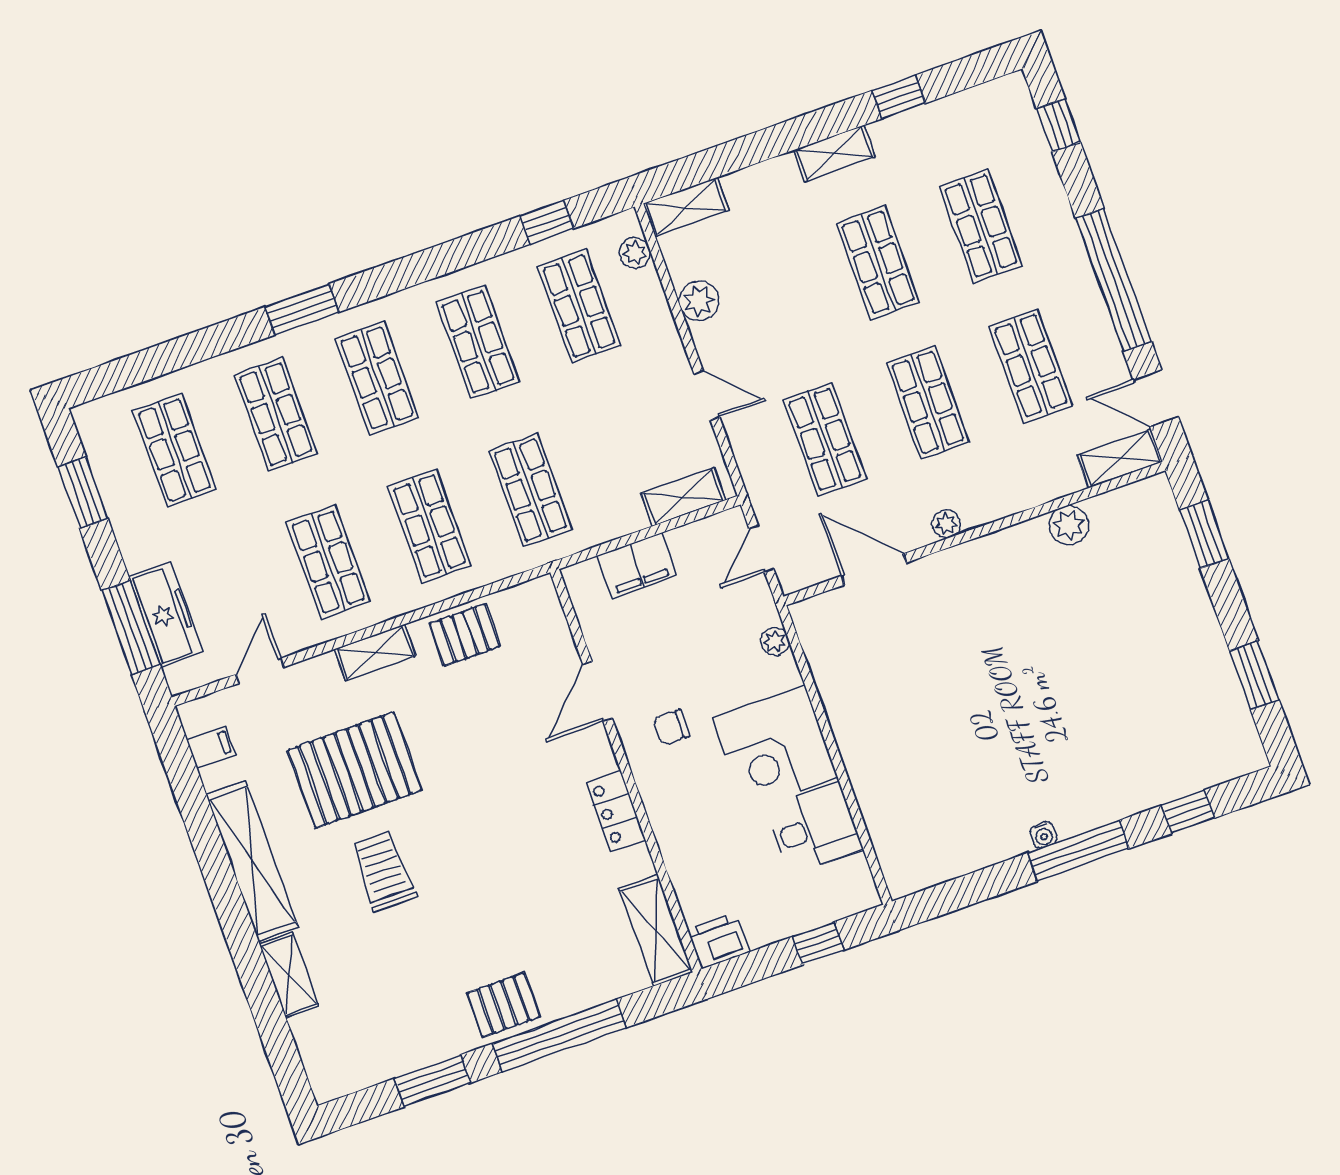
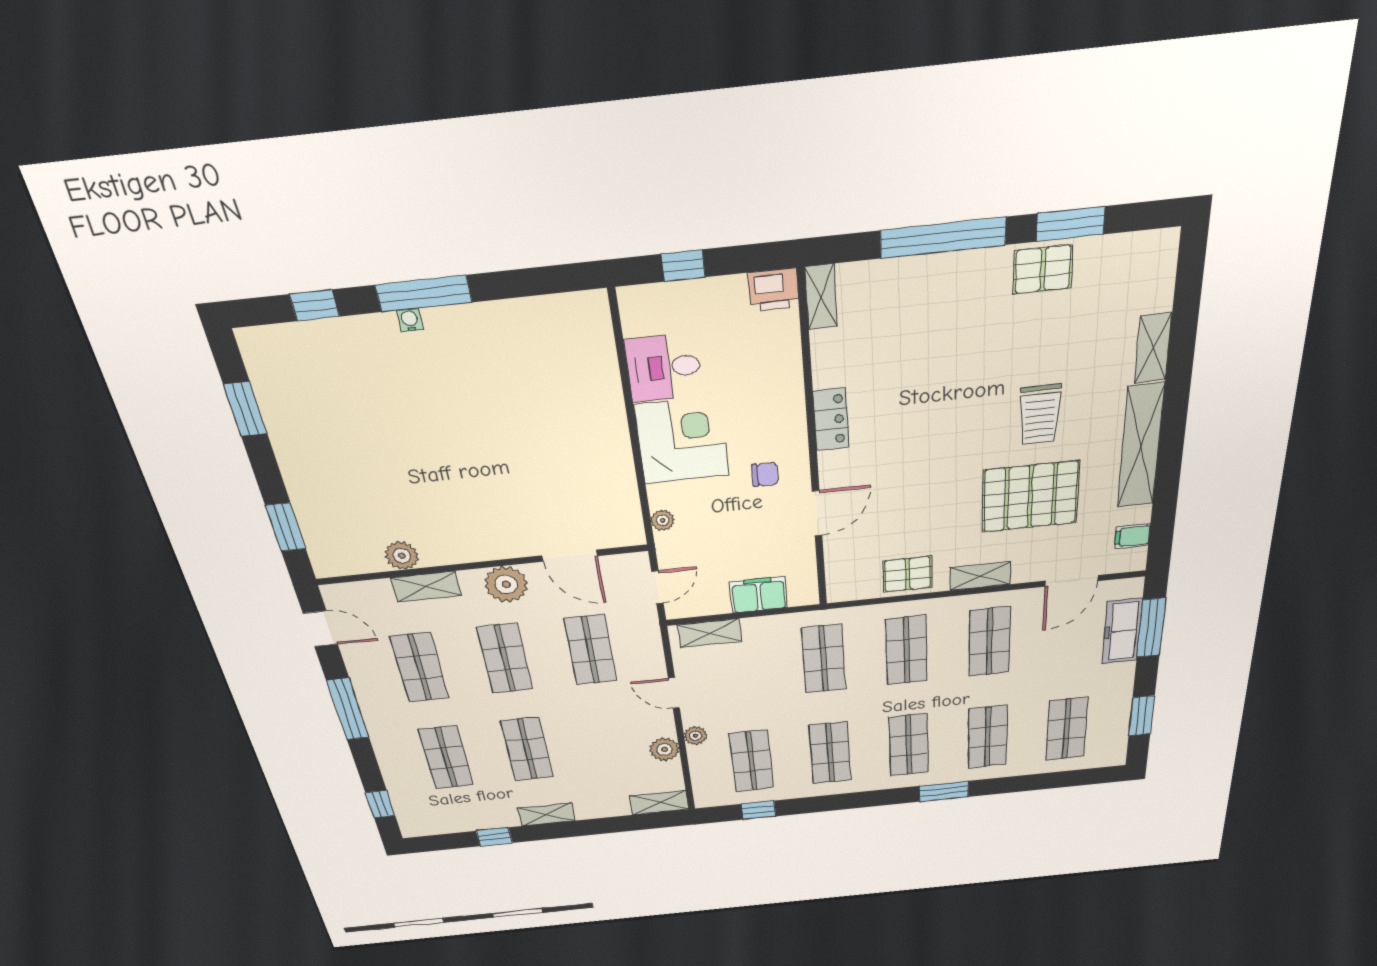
plant: (635, 253) -> (696, 736), moved
window: (1114, 280) -> (348, 709), width x0.68
shelving: (1120, 458) -> (426, 587), moved
plant: (946, 524) -> (506, 584), width x1.88, depth x1.88
door: (260, 671) -> (1072, 581), width x1.38
water cooler: (1043, 835) -> (410, 320), moved
shelving: (656, 930) -> (821, 297), width x0.67, depth x0.75
pallet: (503, 1005) -> (1043, 269), moved

